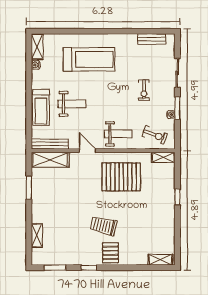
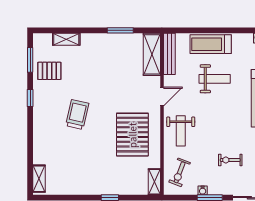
weight bench: (72, 104) -> (215, 79), turned -90
pallet: (110, 253) -> (49, 71), moved

